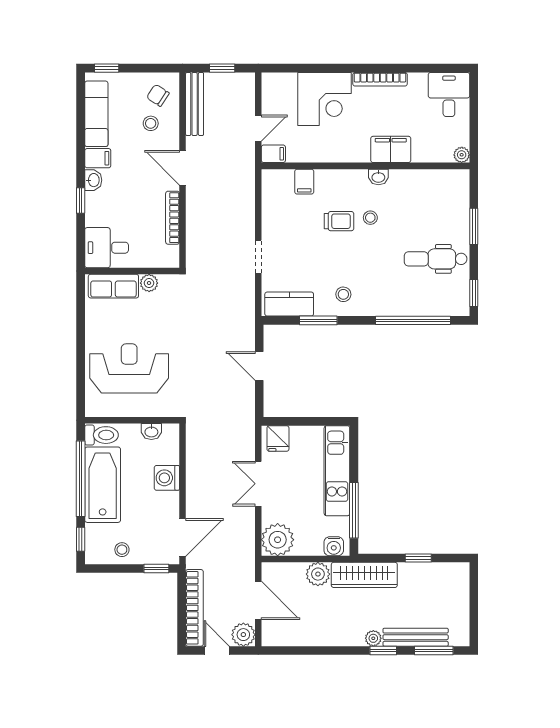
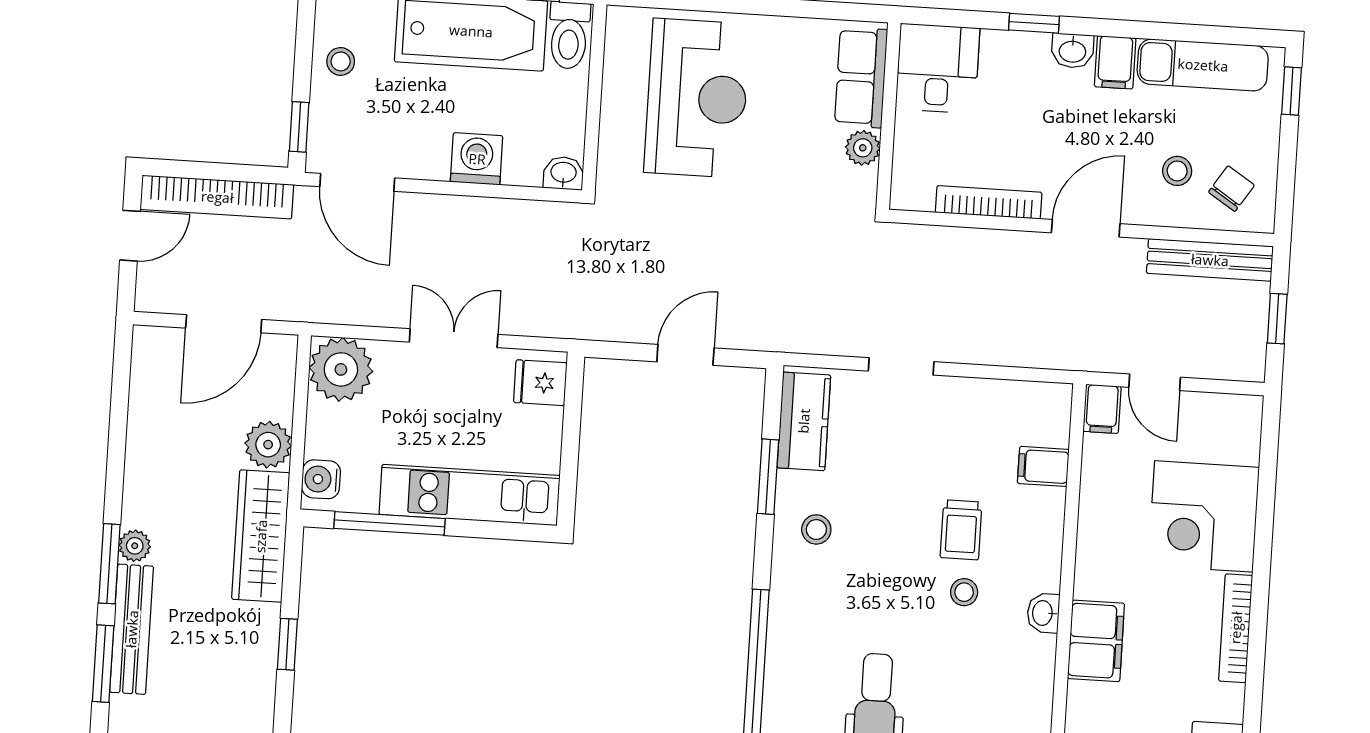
washbasin: (151, 432) -> (564, 173), moved, turned 90
plant: (243, 635) -> (158, 290), removed
window: (383, 651) -> (109, 564), width x1.50

